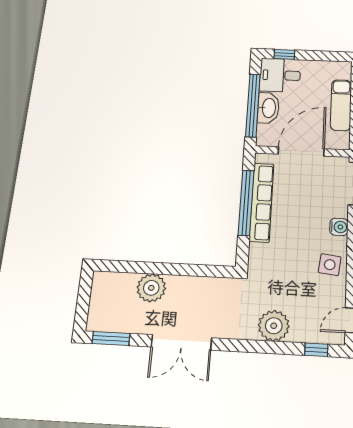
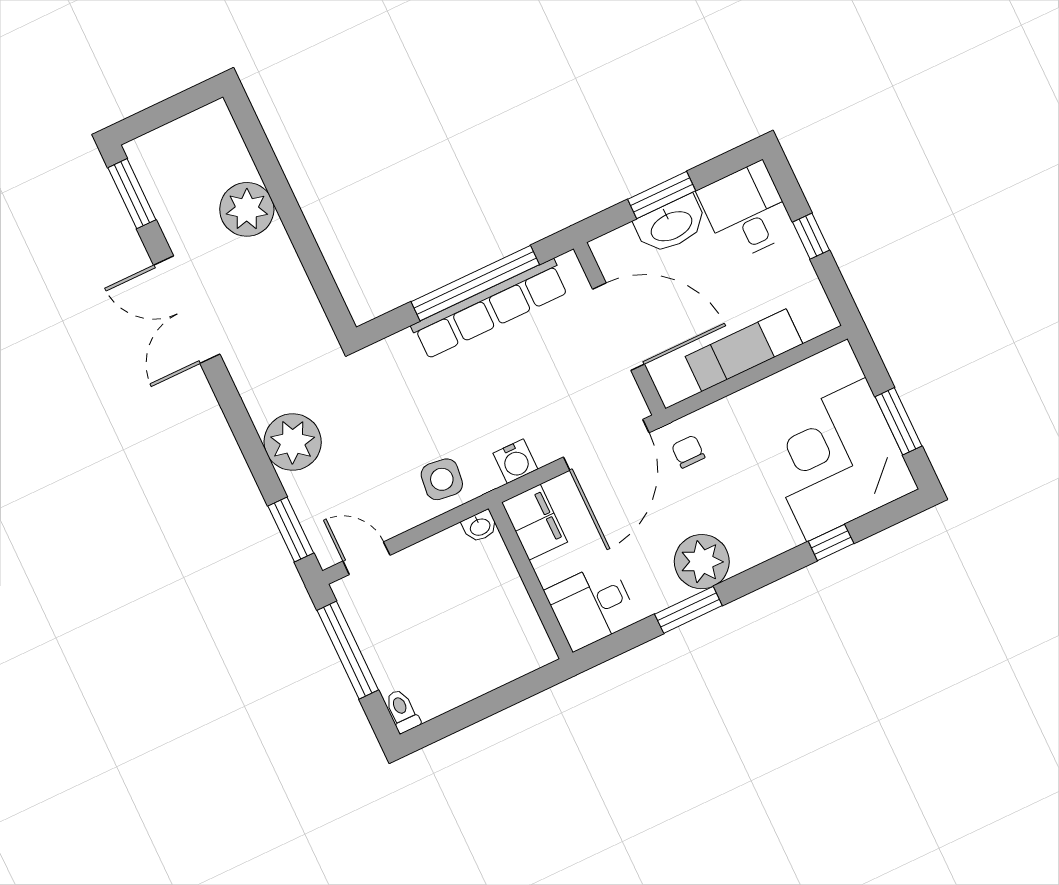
window: (284, 54) -> (811, 236), moved
window: (253, 105) -> (662, 195), width x0.47
window: (316, 350) -> (291, 530), width x1.50

